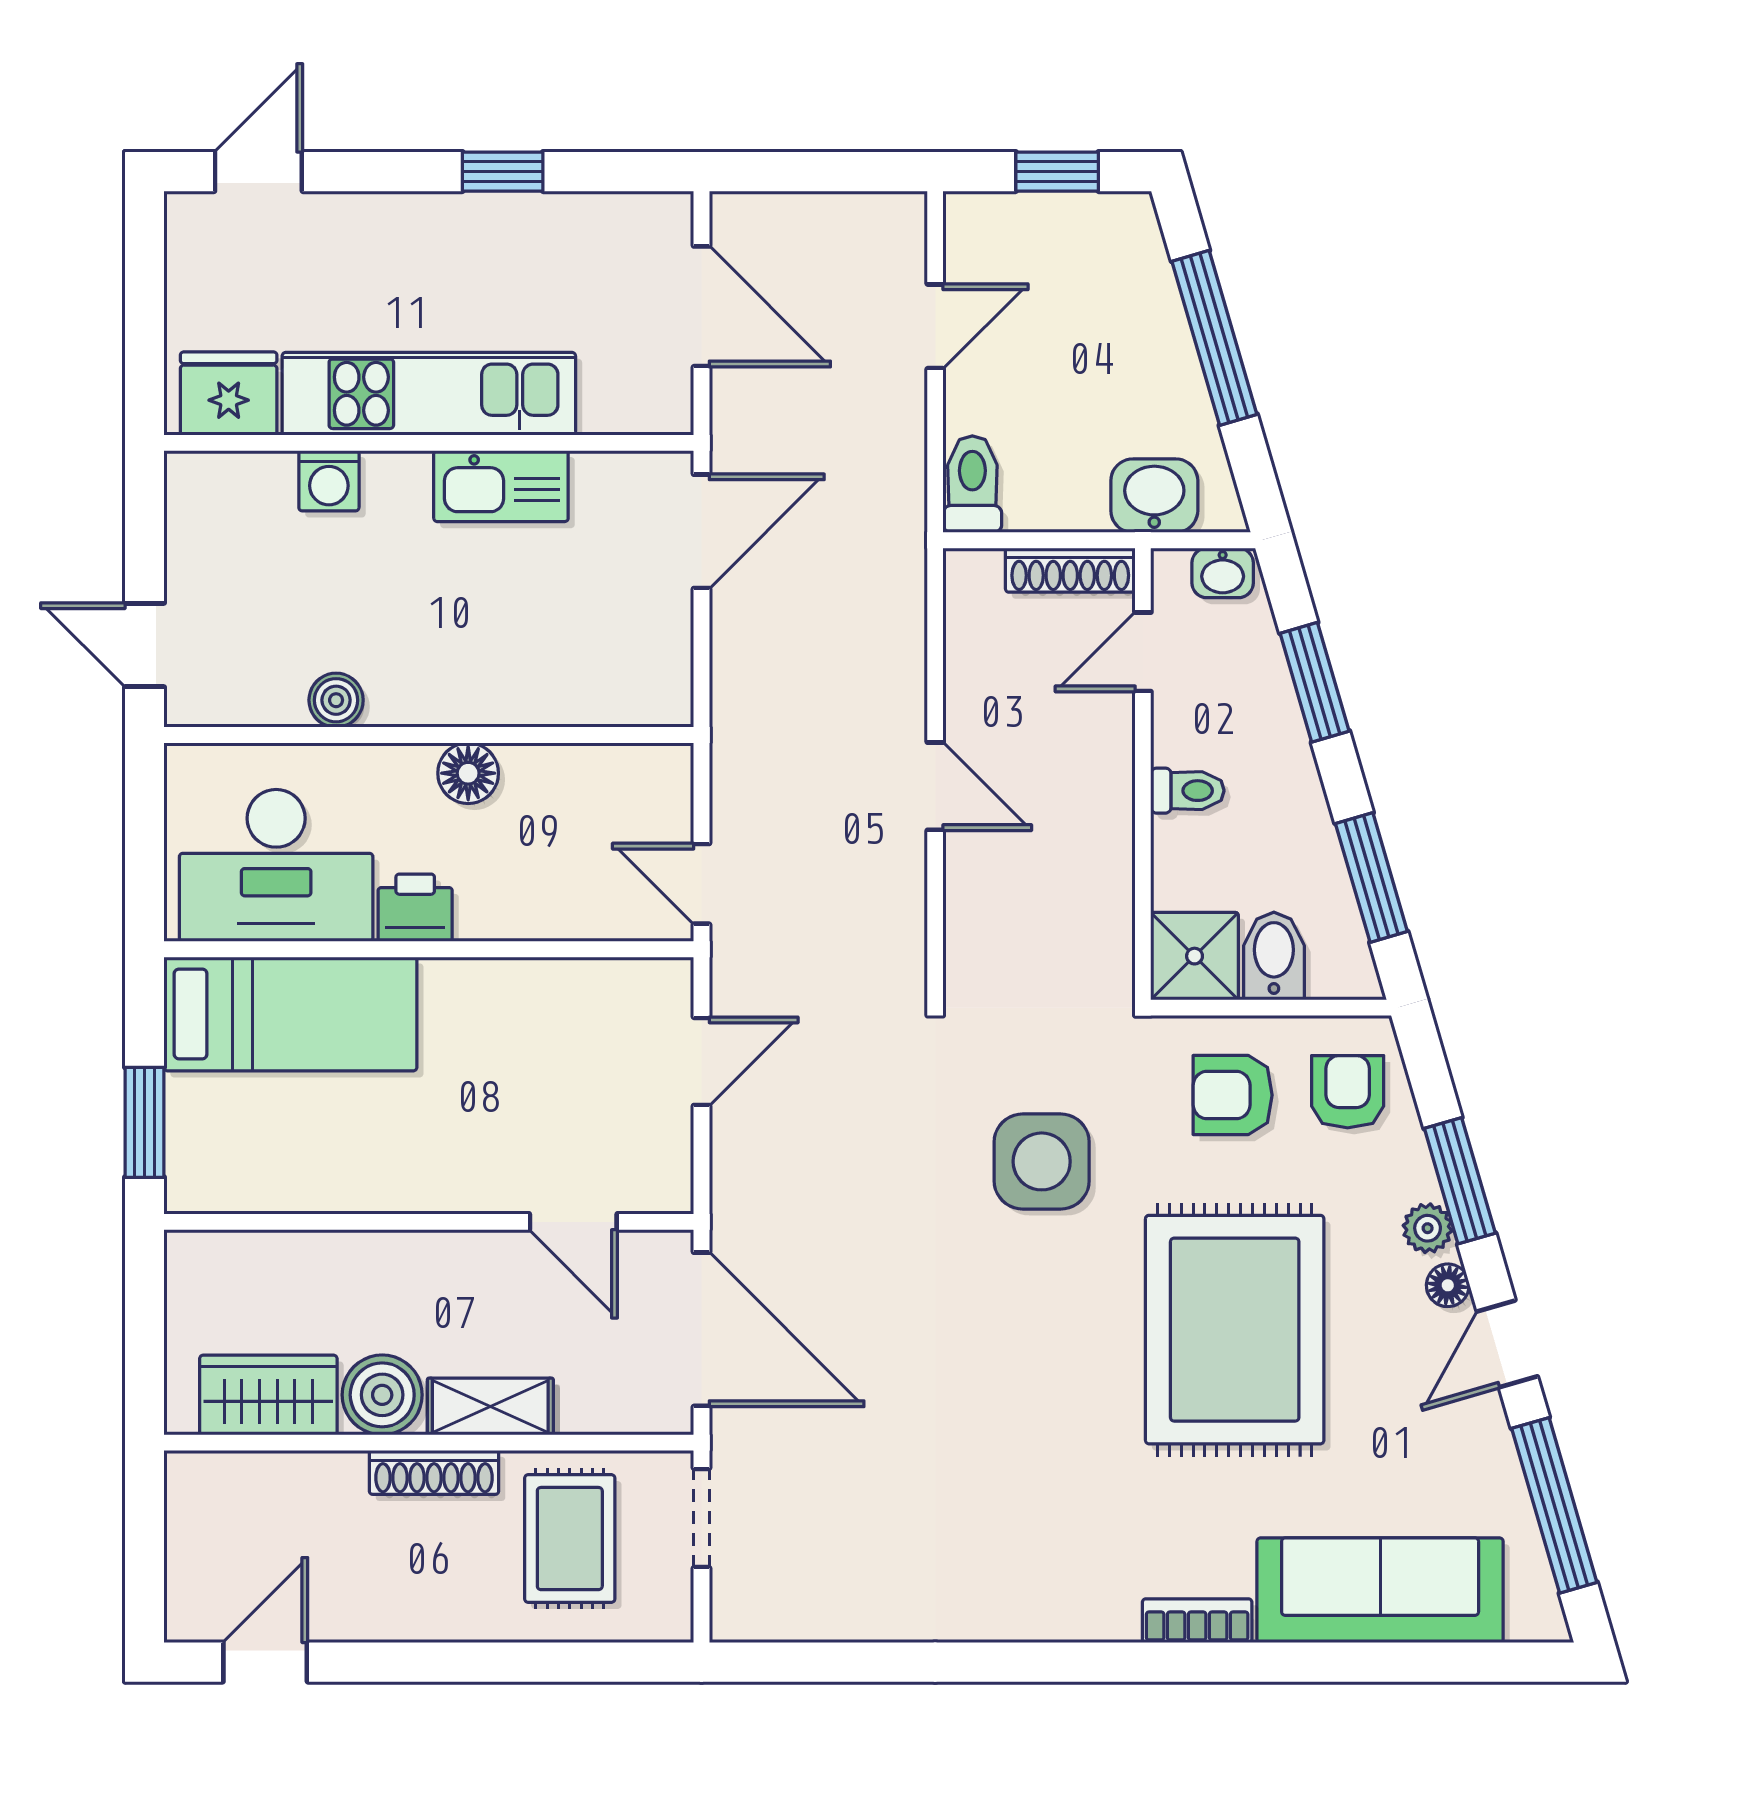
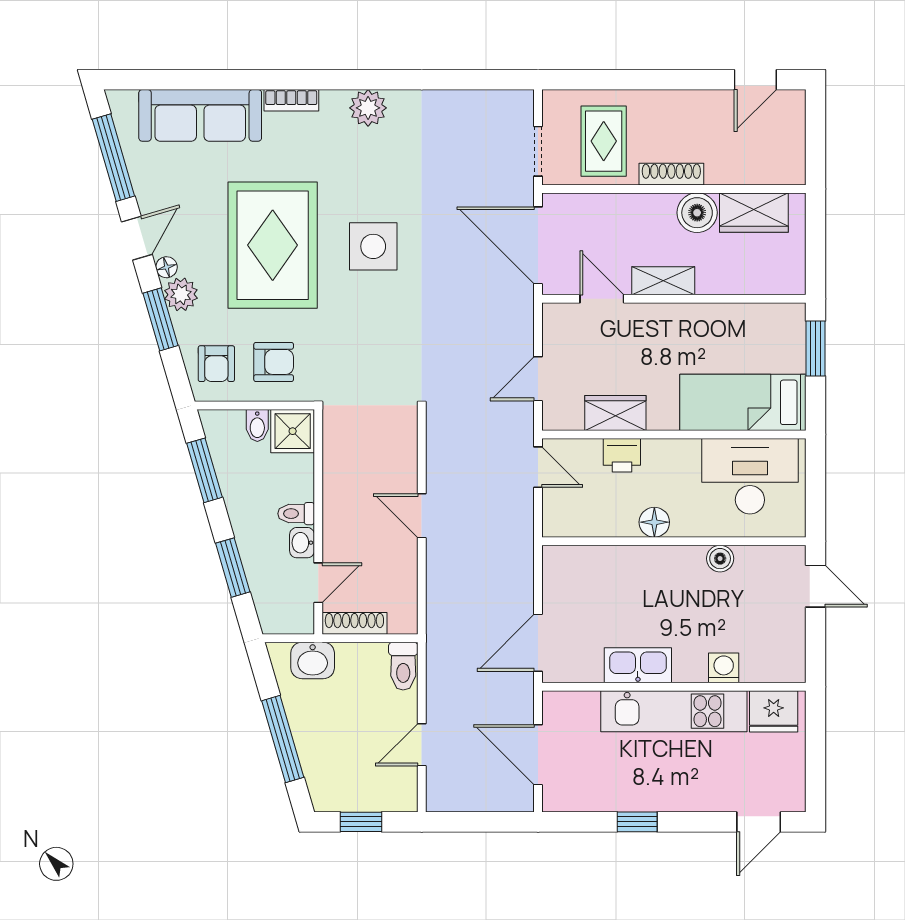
washbasin: (1223, 573) -> (302, 543), moved, turned -90
printer: (415, 908) -> (622, 455), moved
bidet: (1274, 956) -> (257, 425), width x0.72, depth x0.74
wardrobe: (546, 993) -> (615, 413), added
side table: (1042, 1161) -> (373, 246), moved
plant: (1428, 1228) -> (181, 294), width x1.38, depth x1.38
shelving: (490, 1406) -> (663, 281), moved
plant: (1043, 1605) -> (368, 108), added

